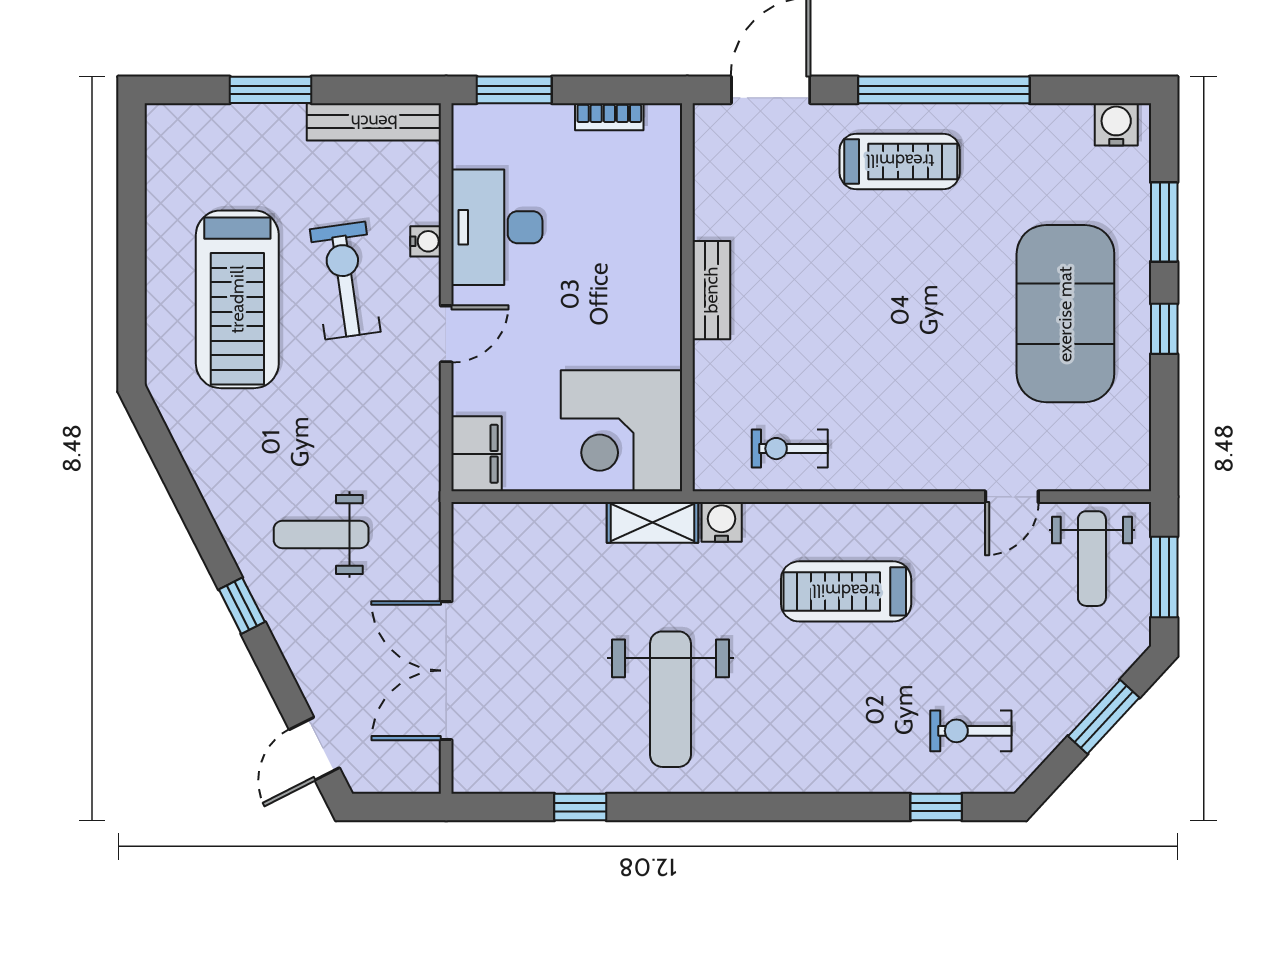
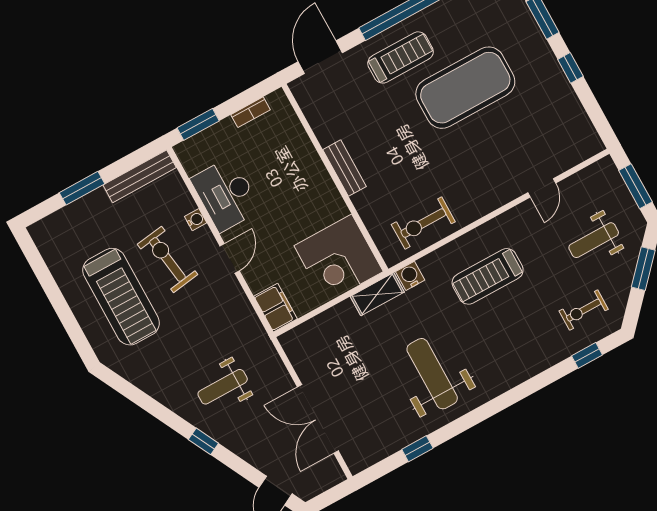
exercise mat: (1065, 314) -> (465, 88), moved, turned 90
exercise bike: (790, 449) -> (423, 223), width x1.38, depth x1.39
weight bench: (1092, 559) -> (594, 240), moved, turned 90
weight bench: (670, 699) -> (432, 374), turned 180

